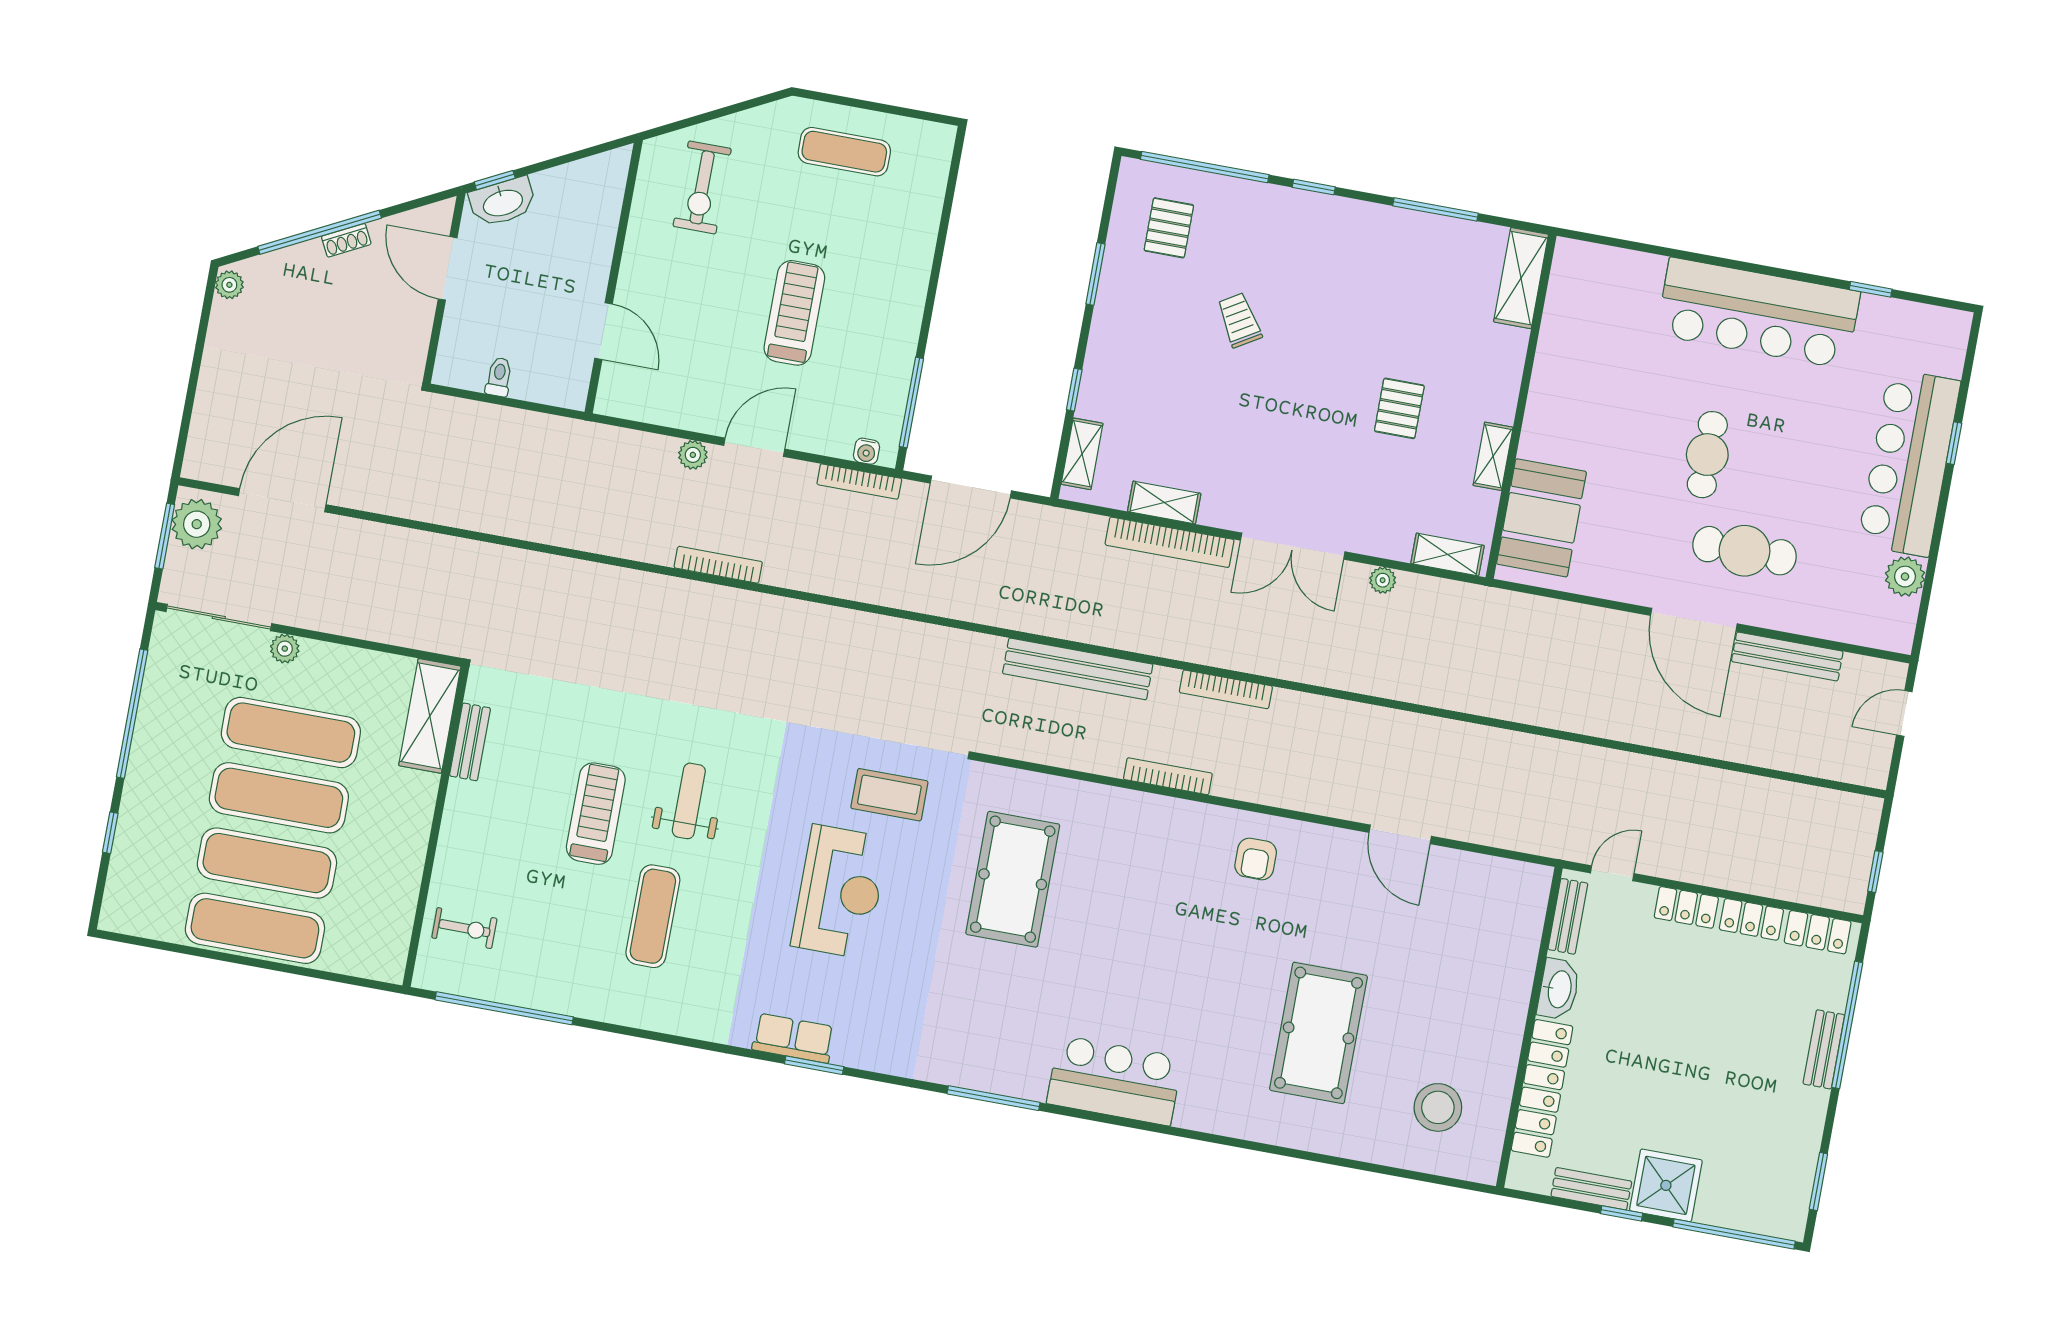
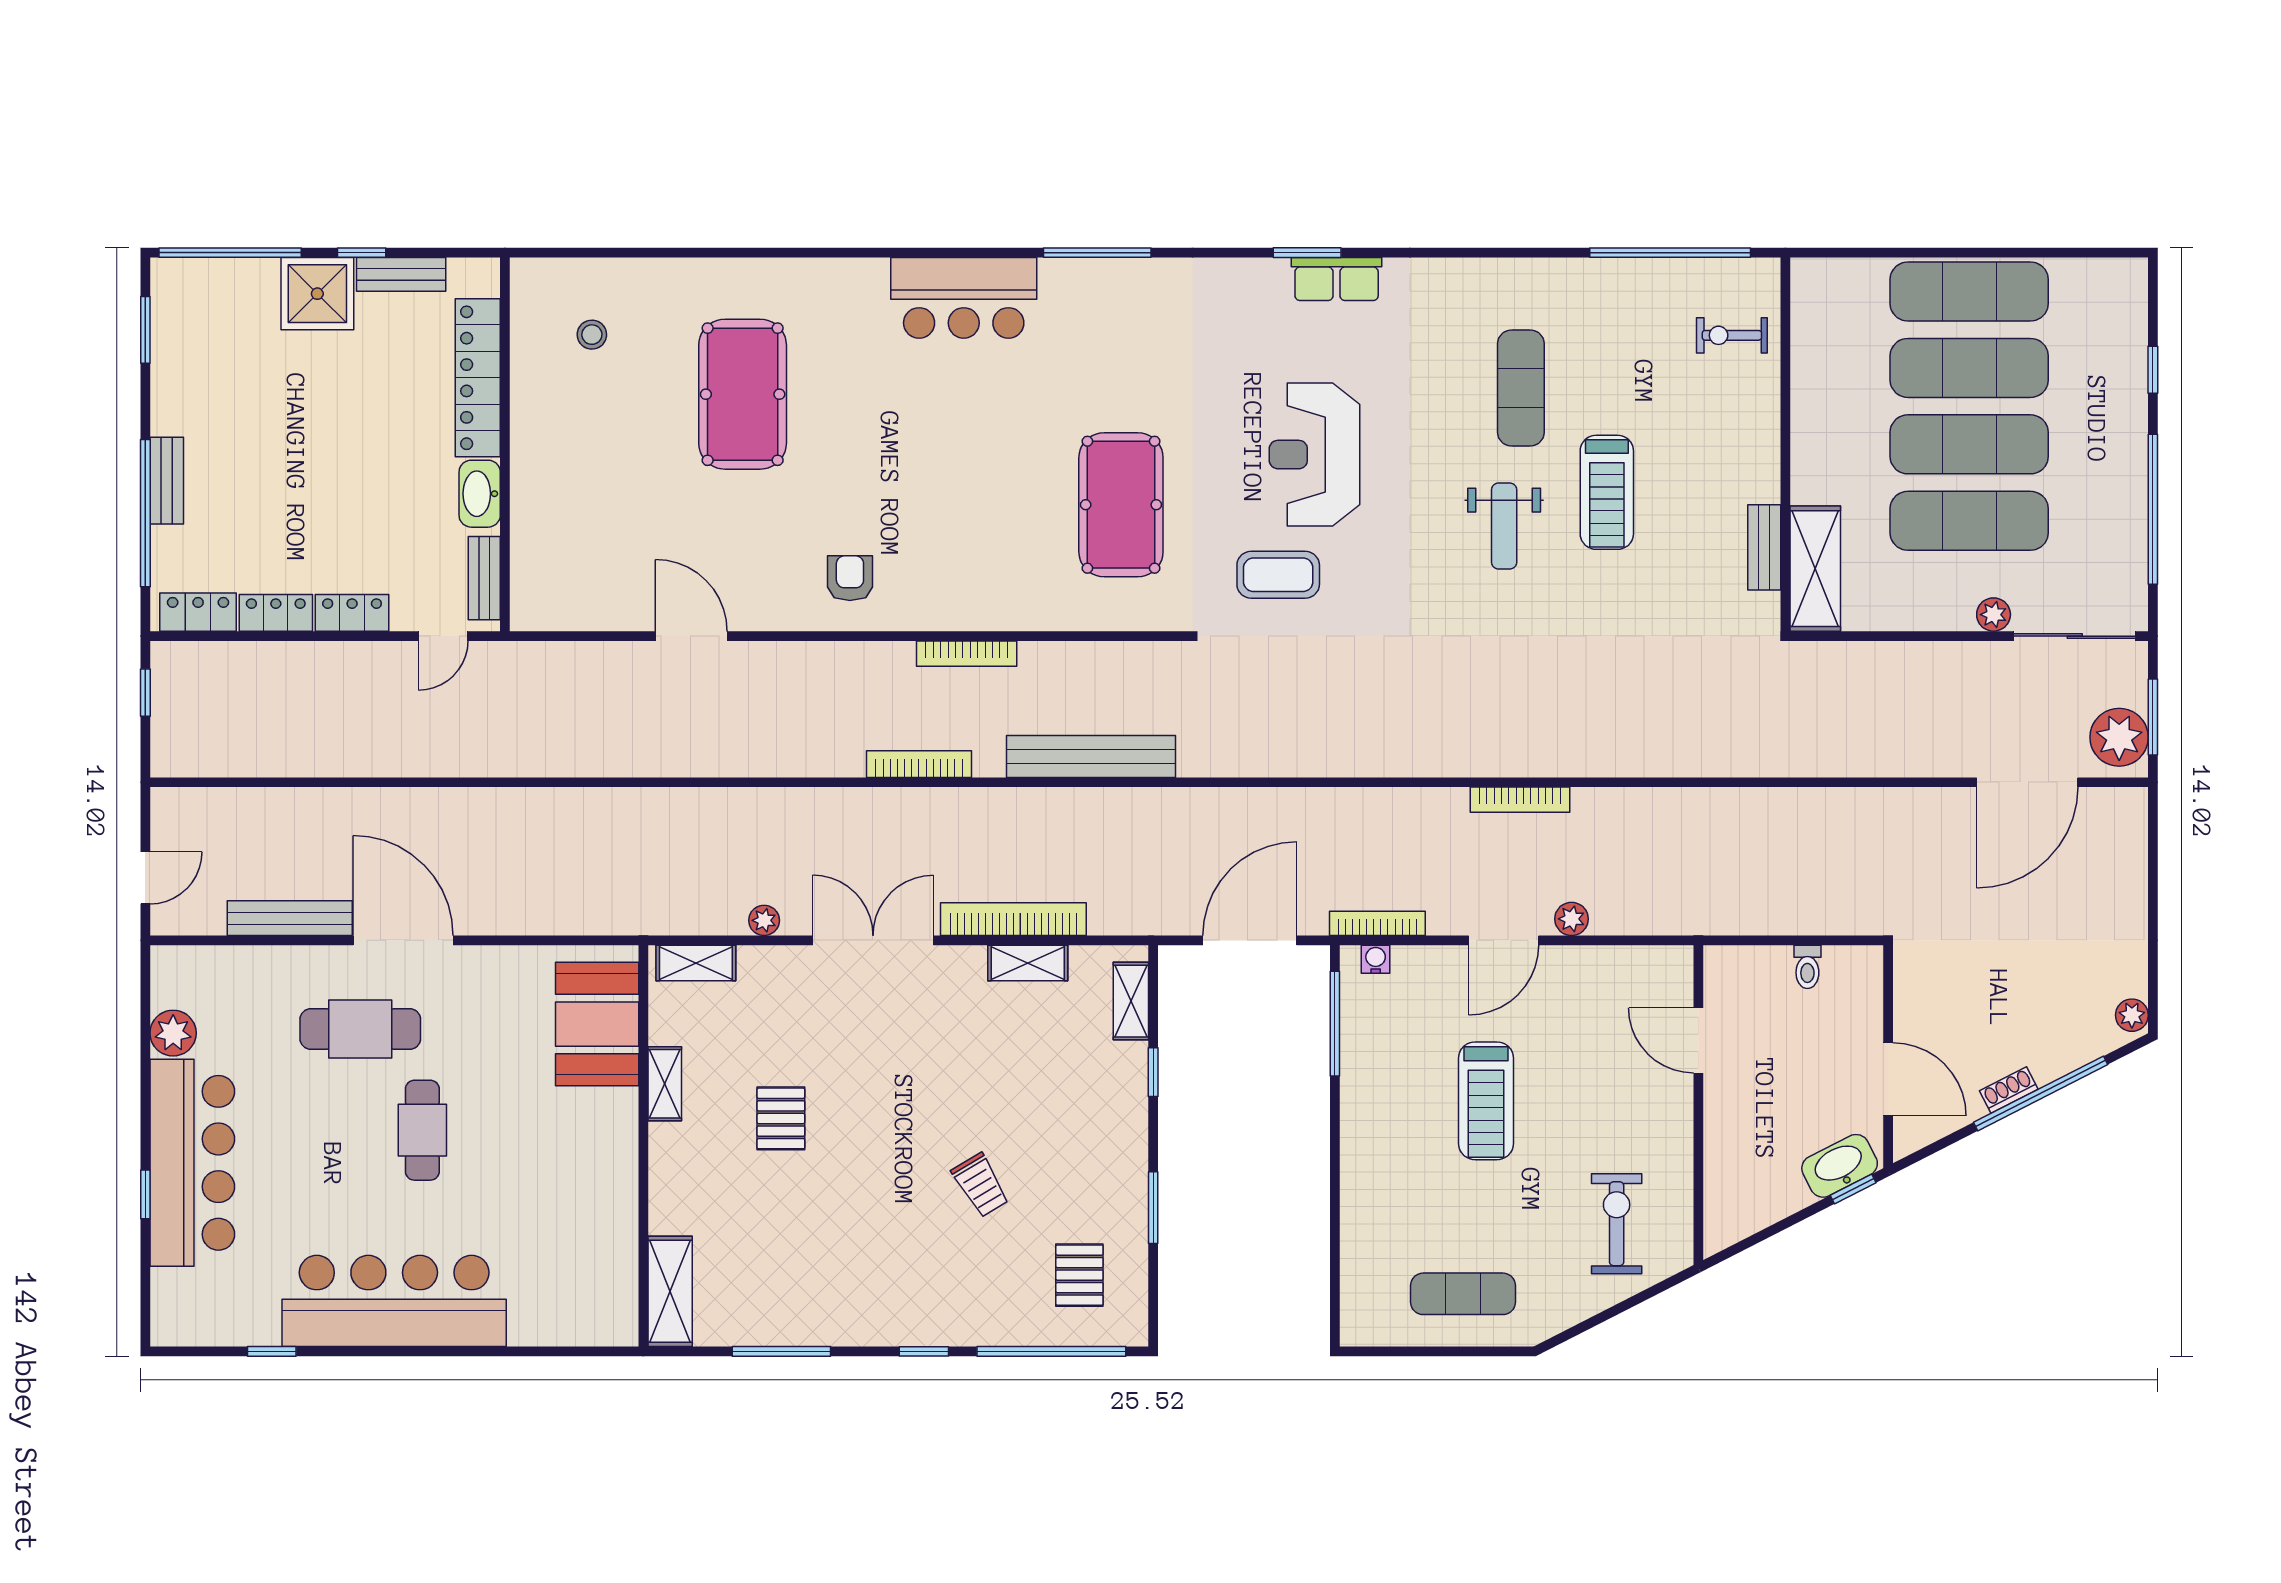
stool: (1438, 1107) -> (592, 335), width x0.53, depth x0.53

